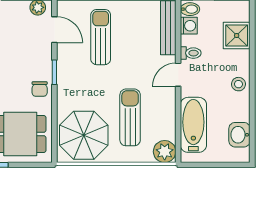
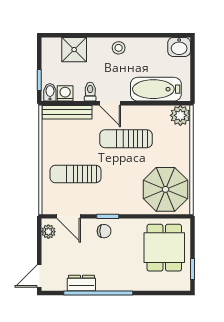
door: (54, 30) -> (69, 216), swing flipped
chair: (40, 89) -> (104, 231), moved
sun lounger: (130, 117) -> (126, 139), moved
washbasin: (239, 135) -> (179, 47), moved

